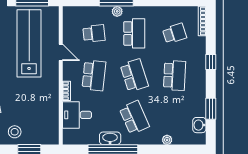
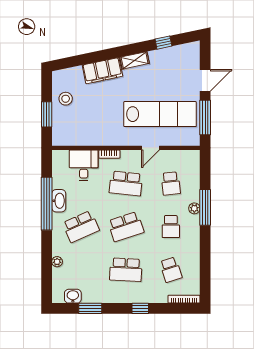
school desk: (134, 33) -> (171, 227), width x0.54

